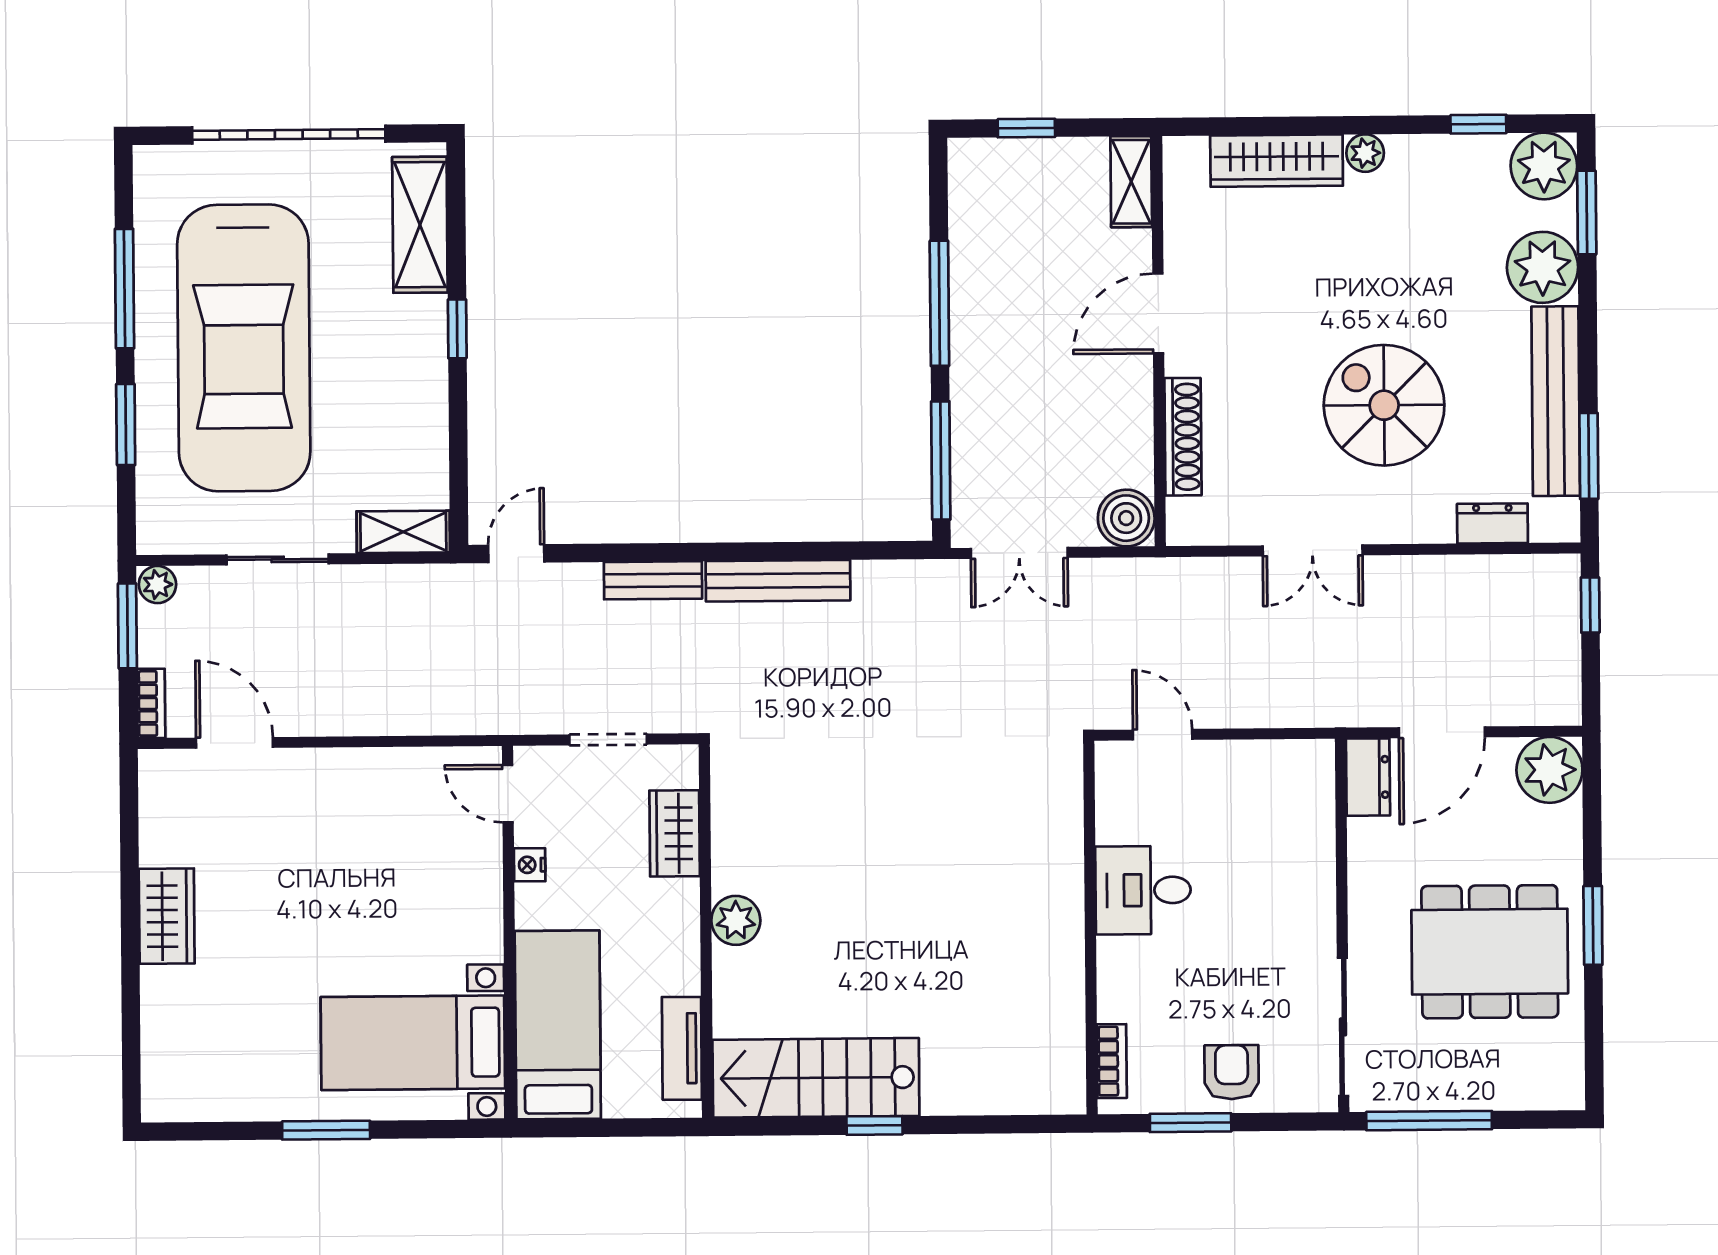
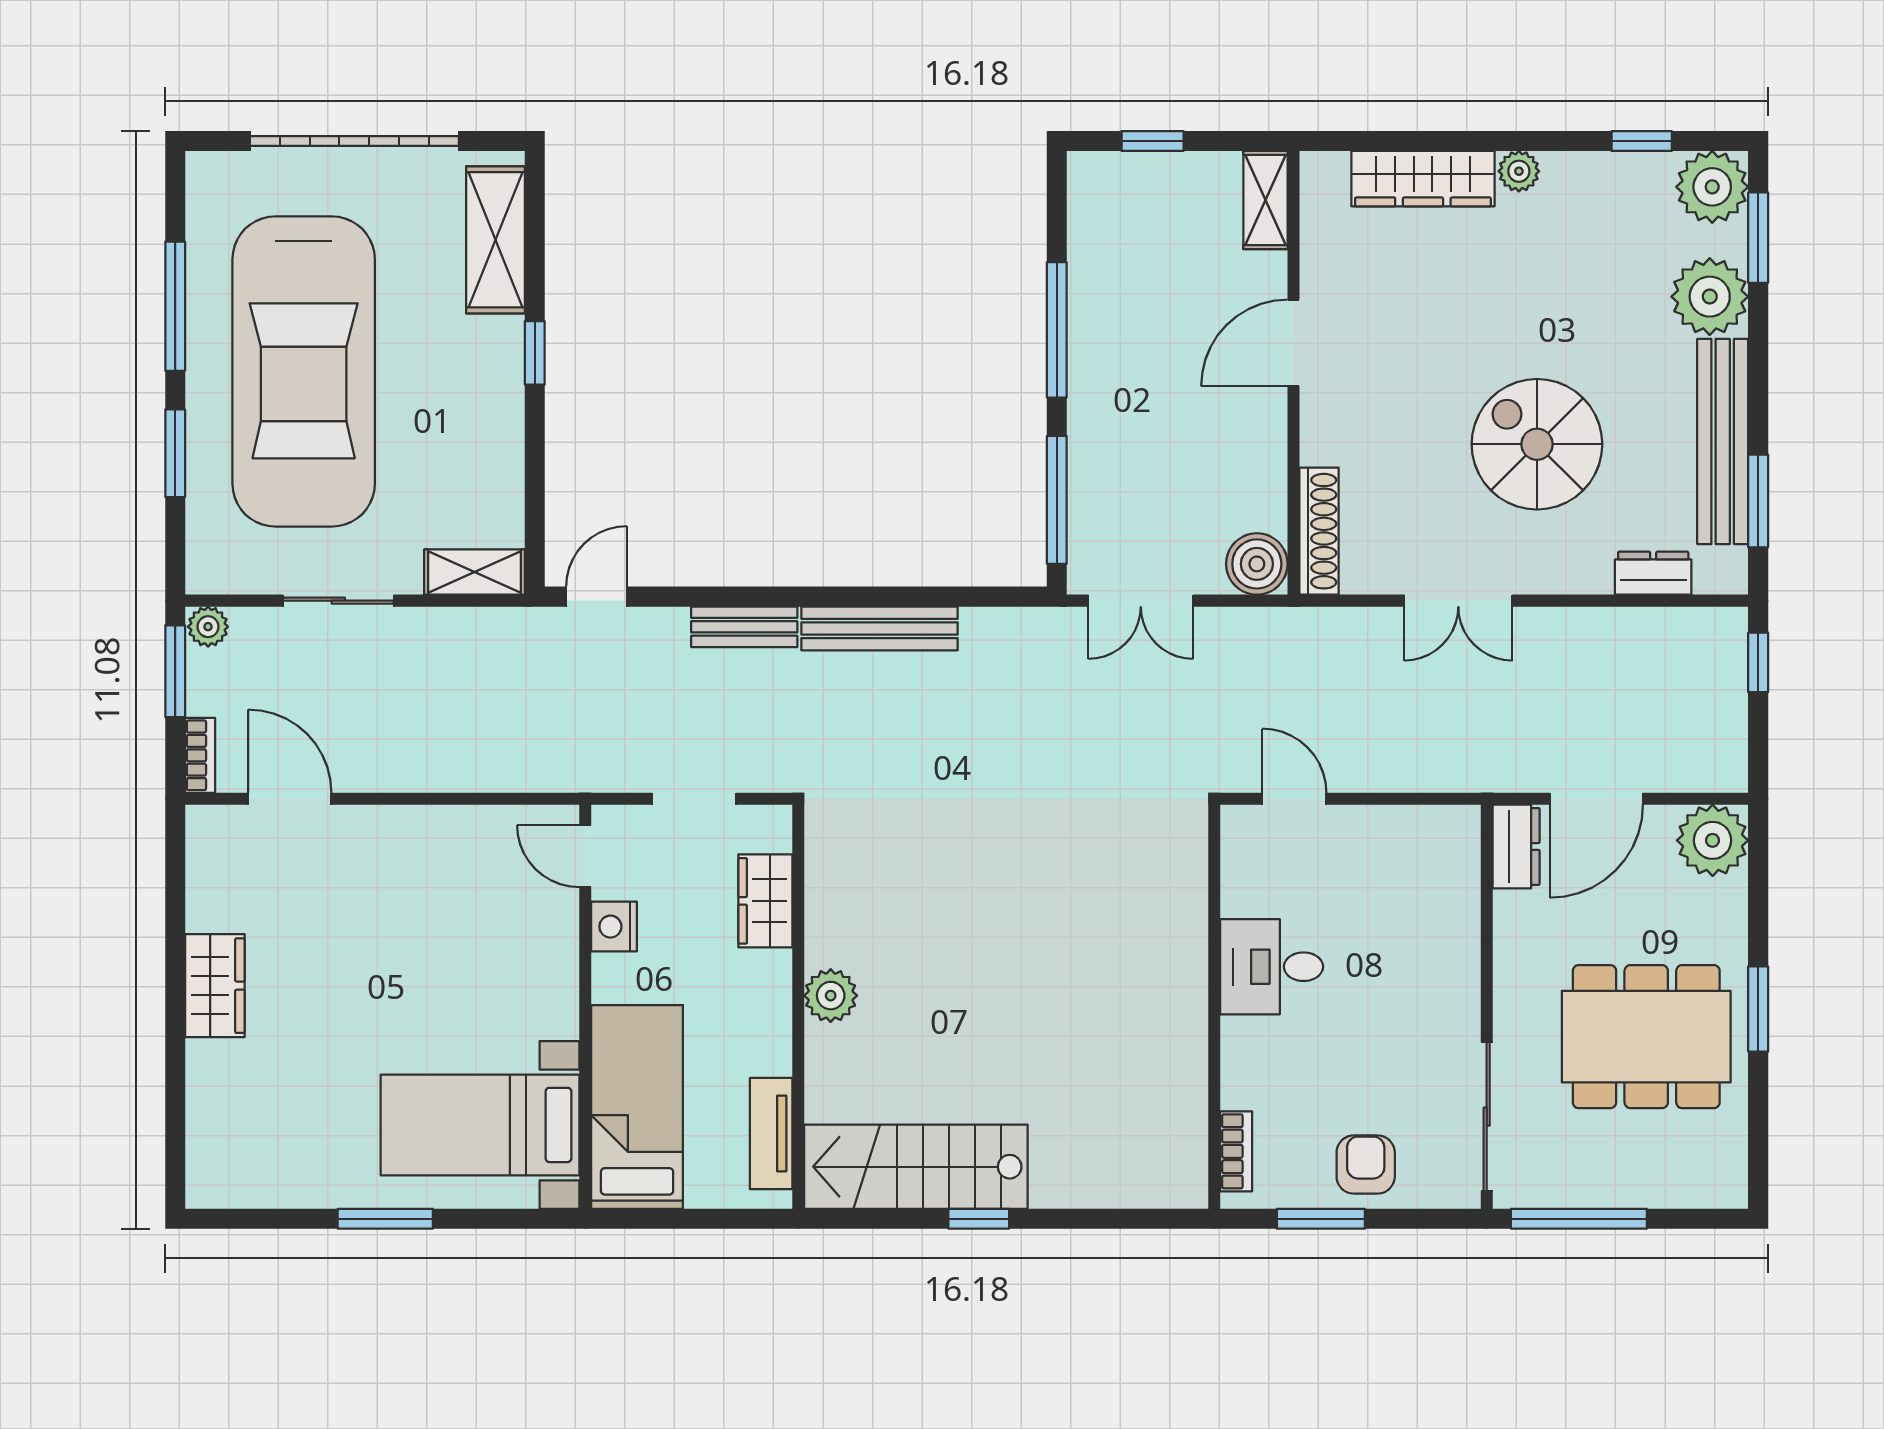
shoe rack: (1183, 437) -> (1319, 531), moved
nightstand: (530, 865) -> (614, 927), width x1.39, depth x1.35

